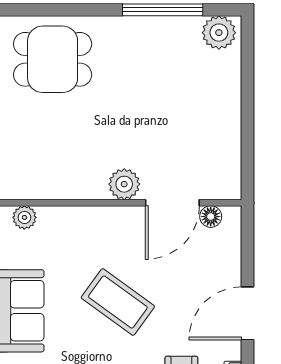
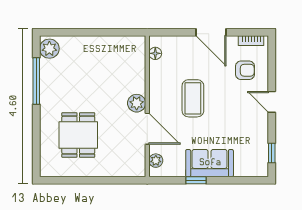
dining table: (53, 59) -> (78, 135), moved
door: (172, 203) -> (147, 129), moved
coffee table: (118, 302) -> (193, 98), moved, turned -36

